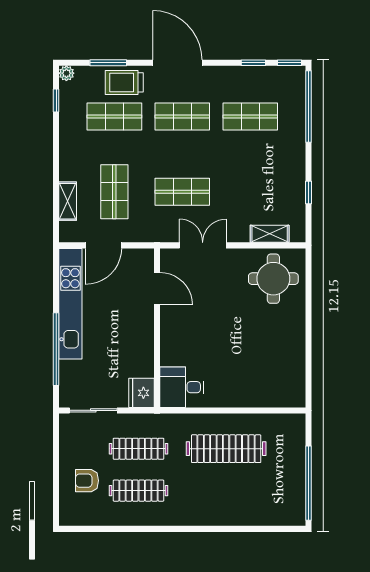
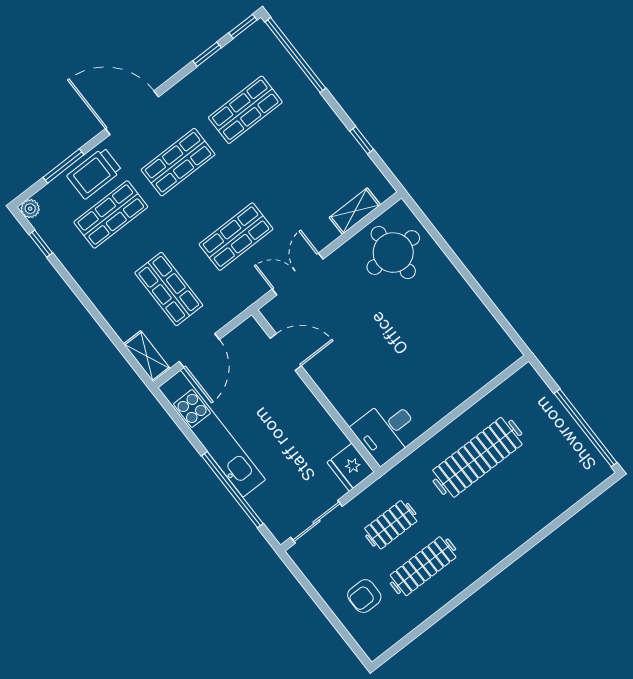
shelving: (68, 201) -> (147, 356), moved
clothes rail: (139, 449) -> (391, 525), width x0.73

